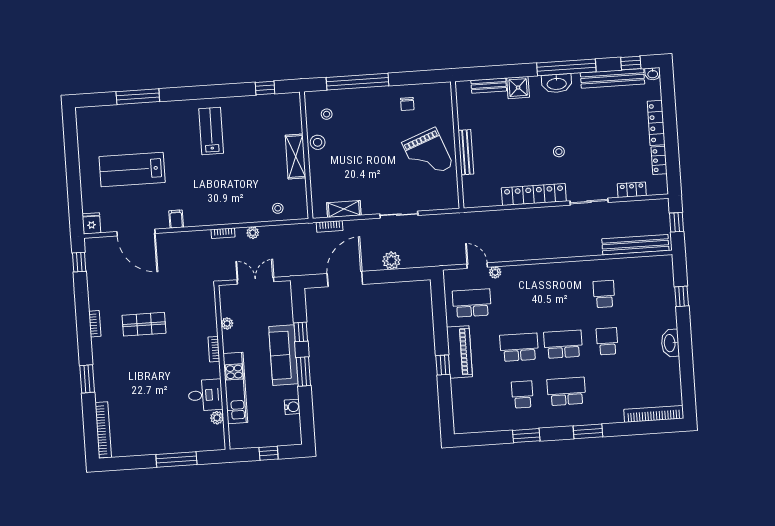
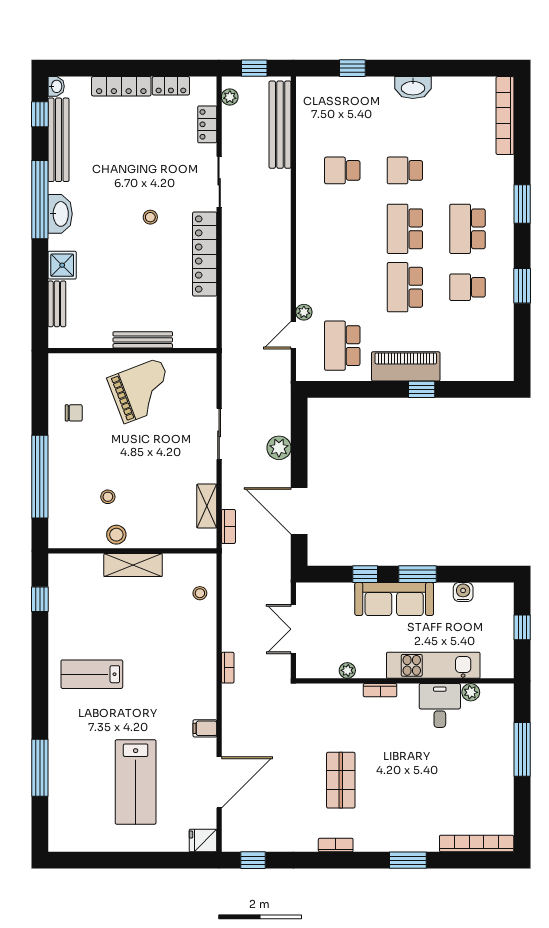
stool: (327, 114) -> (108, 497), moved
plant: (253, 233) -> (230, 97), moved

